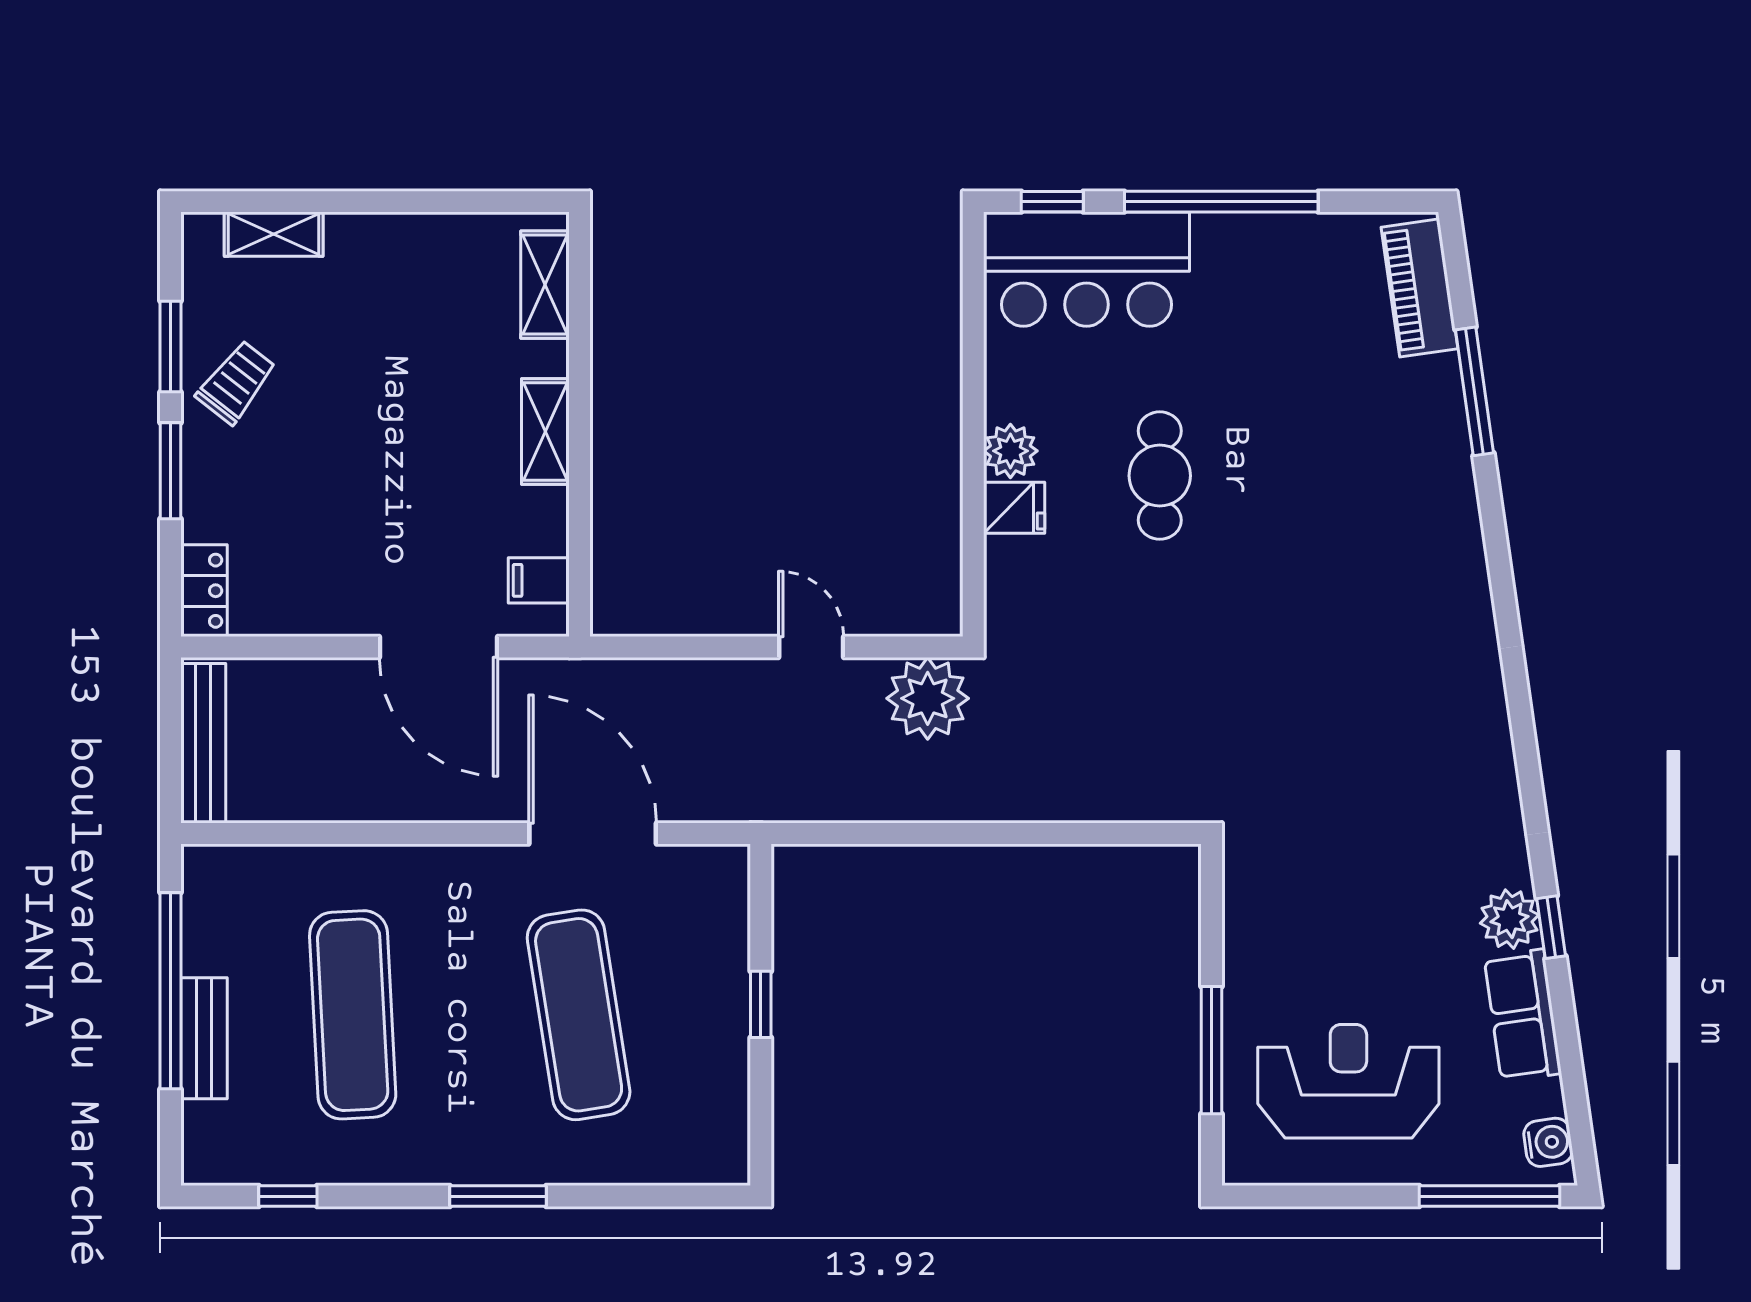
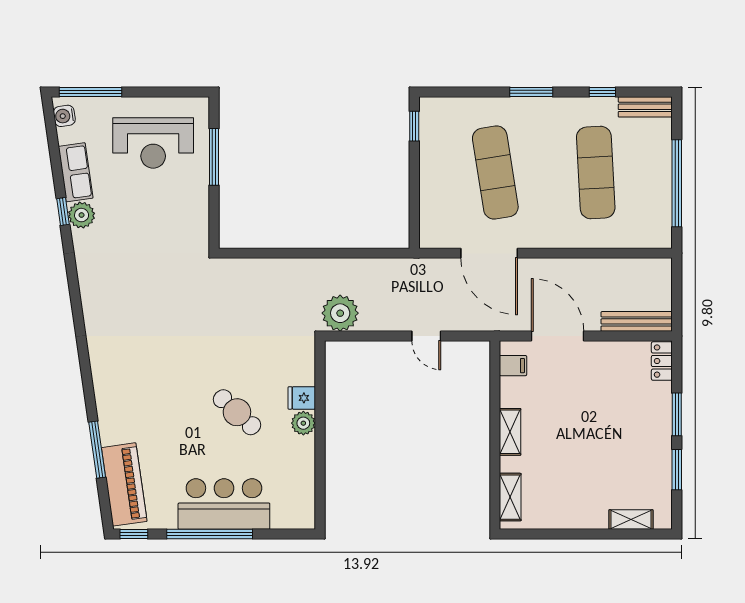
window: (1052, 202) -> (134, 534), moved
bar counter: (1086, 269) -> (224, 504), moved
piano: (1420, 288) -> (124, 484), width x1.37, depth x1.33
trolley: (236, 382) -> (648, 454), removed
cafe table: (1160, 476) -> (237, 412), turned -47
door: (811, 647) -> (426, 336), moved
bench: (203, 743) -> (637, 321), moved, turned 90
window: (761, 1004) -> (414, 126), moved
bench: (204, 1038) -> (645, 107), moved, turned 90
window: (288, 1196) -> (602, 92), moved

